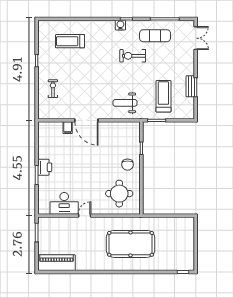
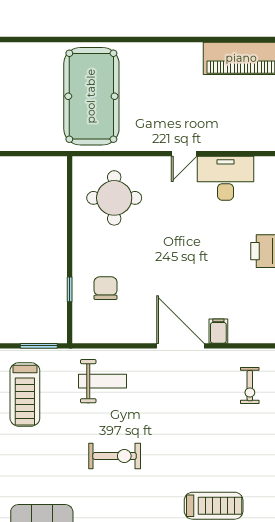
exercise bike: (133, 56) -> (115, 456), moved
exercise bike: (53, 89) -> (250, 386), moved
chair: (128, 165) -> (106, 288), moved
pool table: (131, 244) -> (91, 96), turned 90

